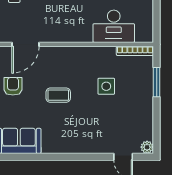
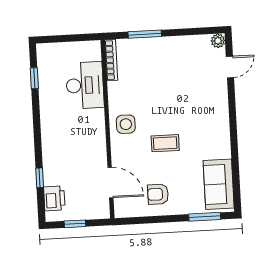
side table: (106, 86) -> (126, 124), moved
coffee table: (58, 95) -> (165, 143), turned 90

